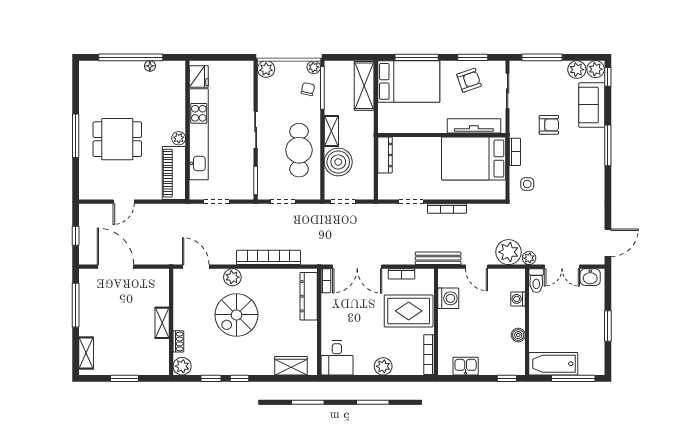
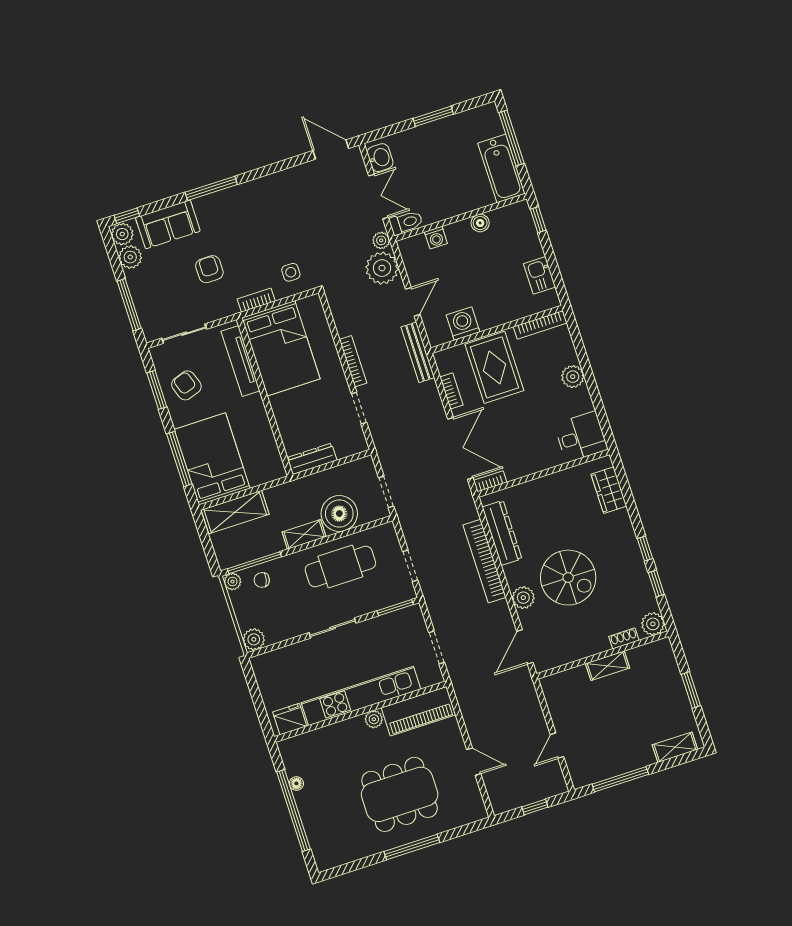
dining table: (117, 139) -> (400, 794), width x1.38
door: (116, 267) -> (557, 746), width x0.53
dresser: (309, 296) -> (502, 533), moved, turned -90

